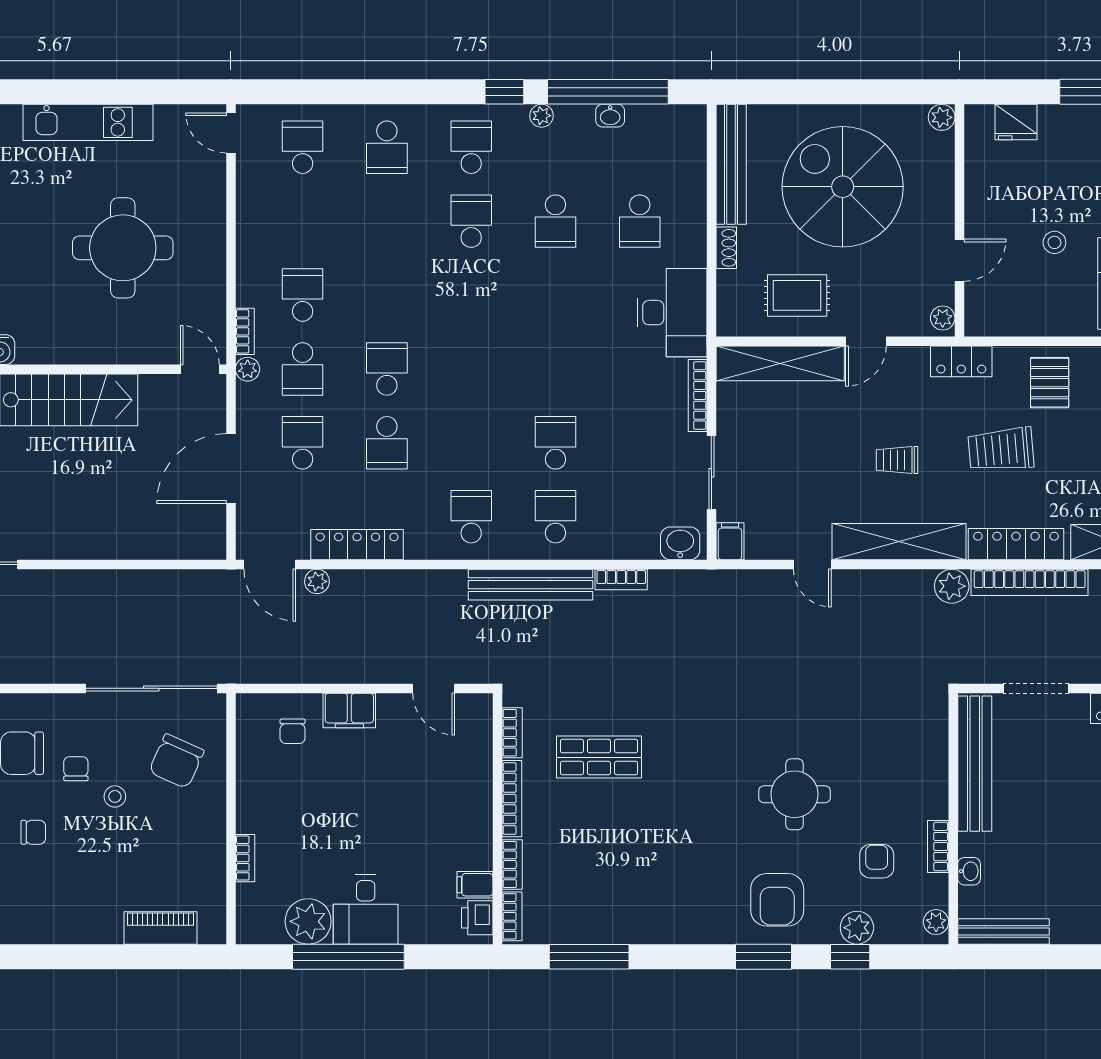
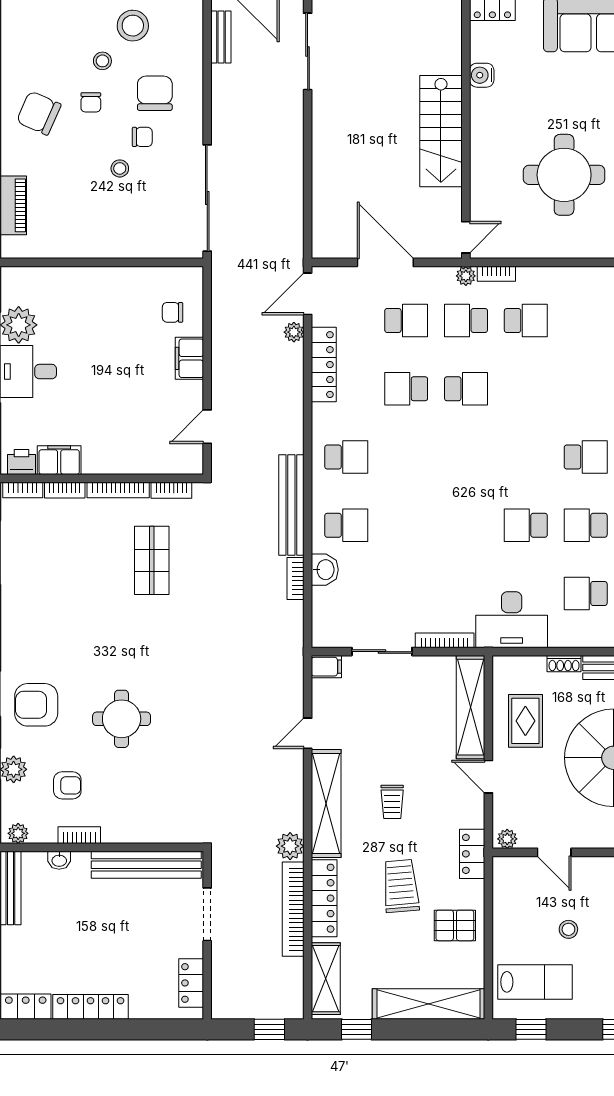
school desk: (555, 443) -> (526, 525), moved, turned 180
trolley: (897, 460) -> (392, 802), turned 180
washbasin: (680, 543) -> (325, 570), moved
chair: (176, 761) -> (39, 113), moved
bookcase: (245, 858) -> (70, 274), removed
filing cabinet: (475, 885) -> (59, 460), width x2.00

